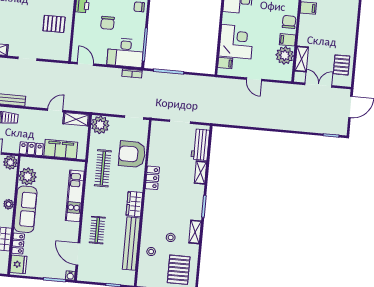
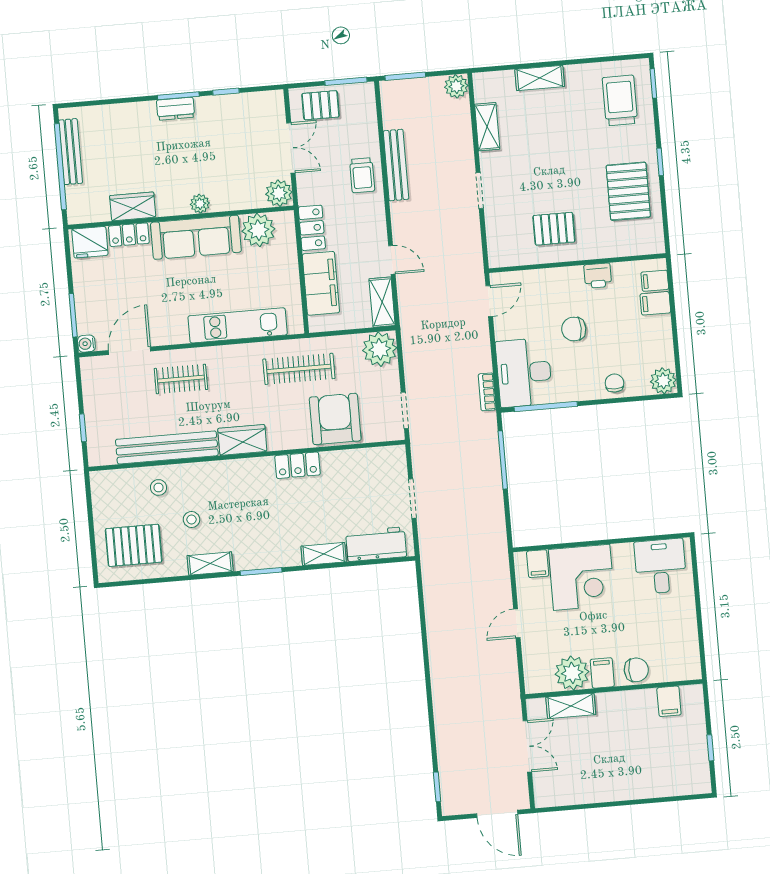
pallet: (54, 24) -> (554, 229), turned 90
pallet: (342, 65) -> (573, 783), removed

